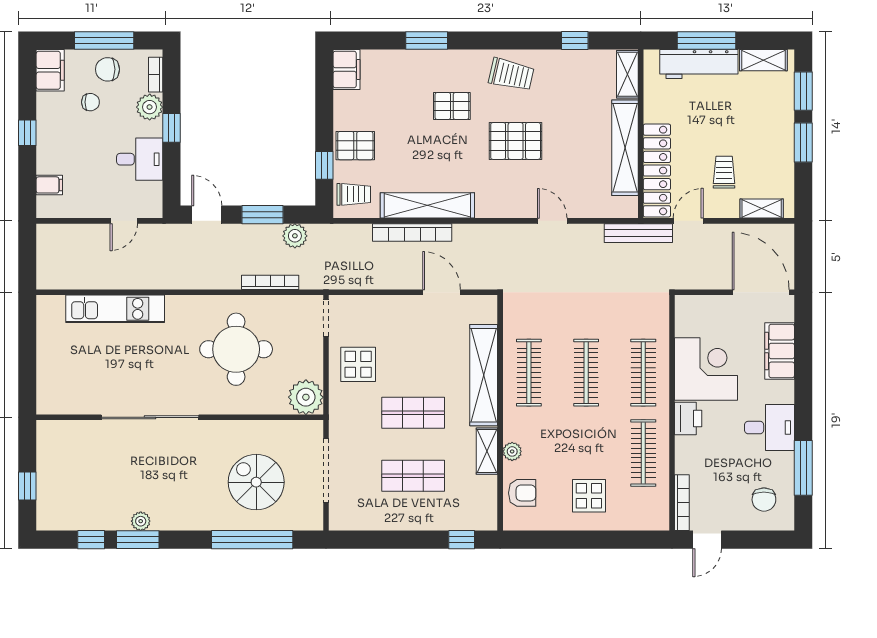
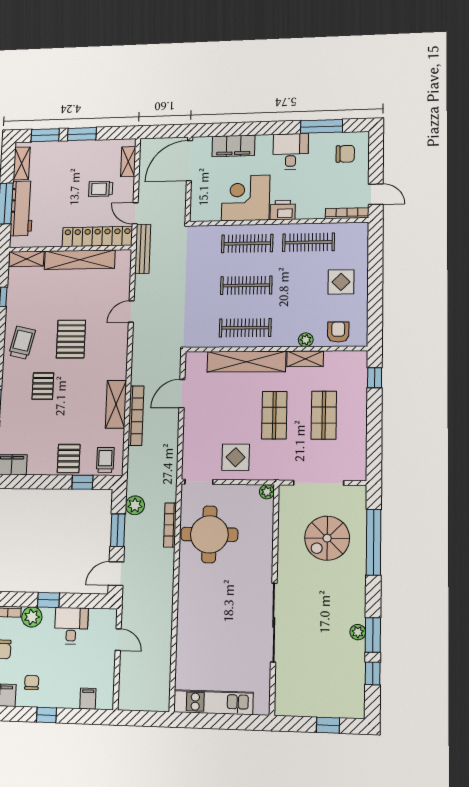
chair: (90, 102) -> (32, 682), moved
shelving: (427, 205) -> (116, 404), width x0.68
kitchen unit: (115, 309) -> (213, 702), moved, turned -90
round table: (236, 349) -> (209, 534), moved
plant: (306, 397) -> (267, 492), width x0.53, depth x0.53

